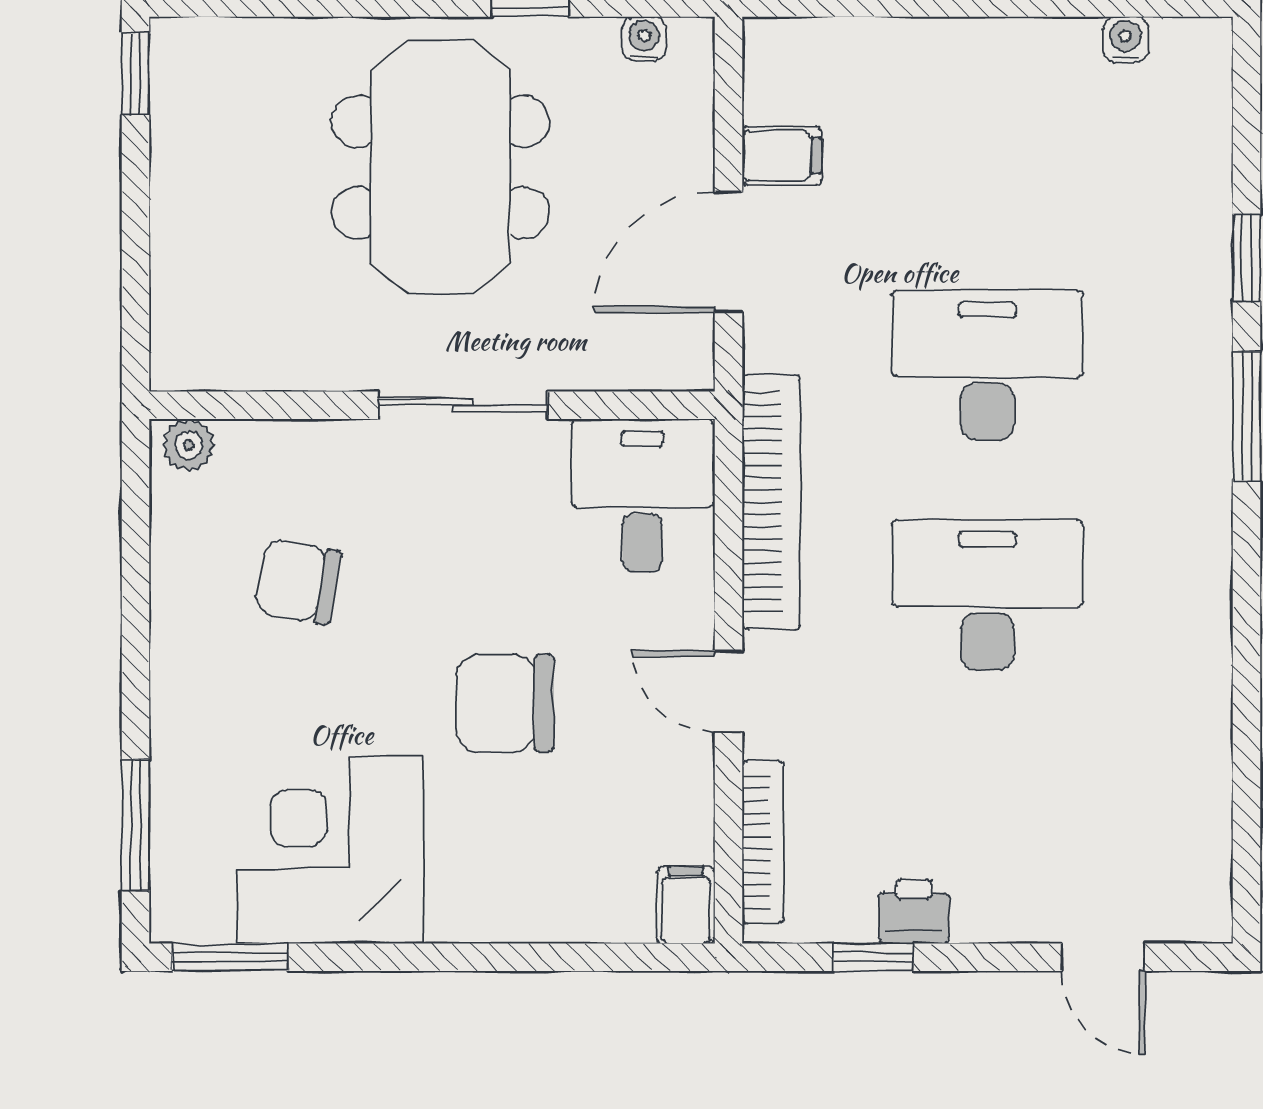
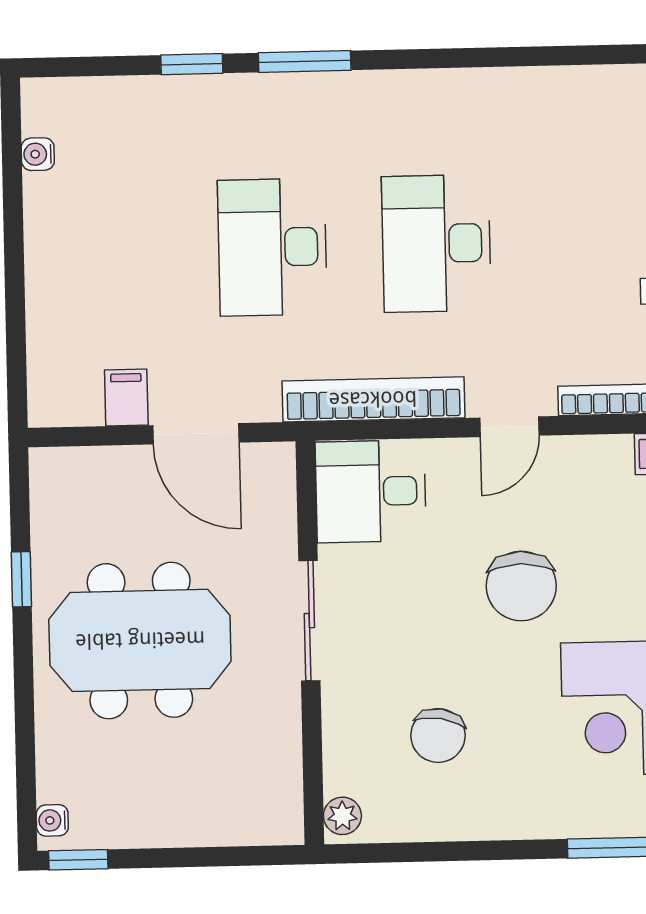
water cooler: (644, 39) -> (52, 820), moved

